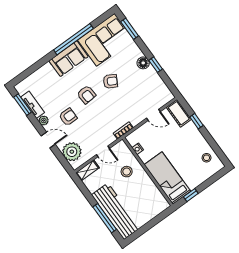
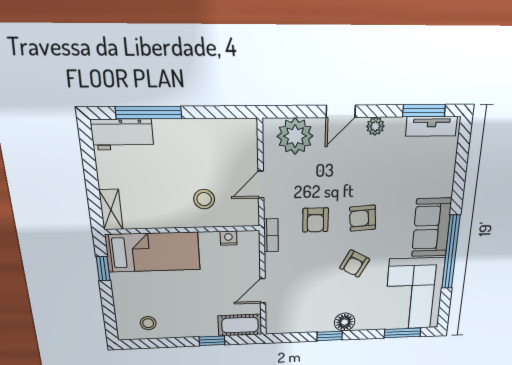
tv unit: (33, 105) -> (431, 126), moved
armchair: (68, 117) -> (315, 220), moved
shelving: (87, 170) -> (111, 210), moved
workbench: (116, 211) -> (122, 134), width x0.53, depth x0.76

